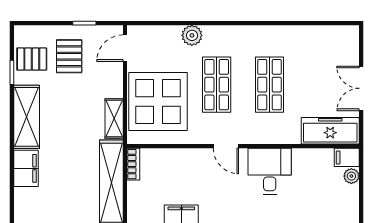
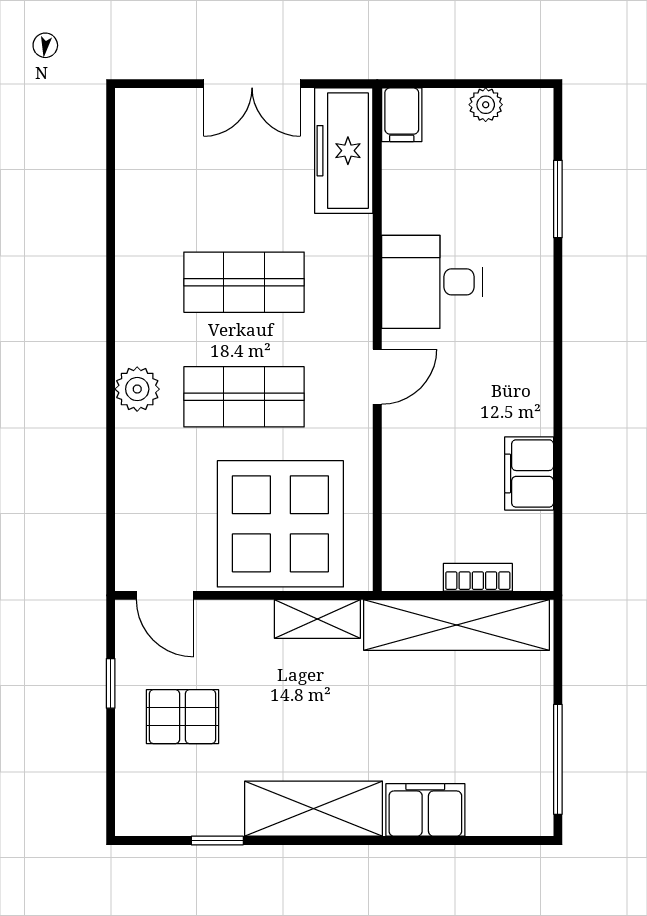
plant: (192, 35) -> (137, 389), moved
pallet: (32, 59) -> (189, 797), removed
bookcase: (133, 164) -> (478, 577), moved
plant: (351, 176) -> (486, 105), moved

